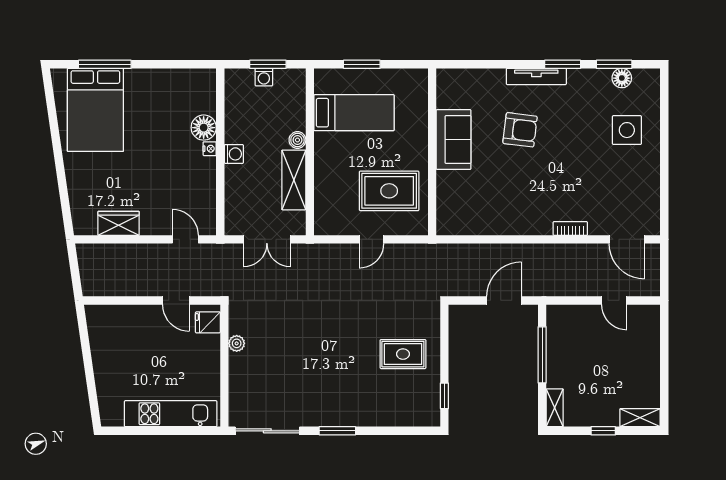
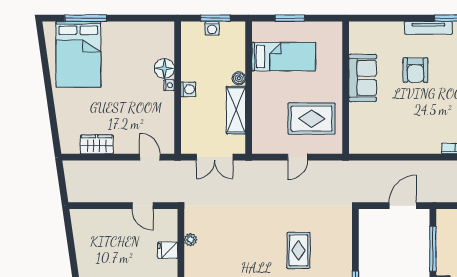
armchair: (520, 130) -> (415, 70), turned 83
fridge: (208, 322) -> (168, 250), moved
rug: (403, 354) -> (298, 250), moved, turned 90

